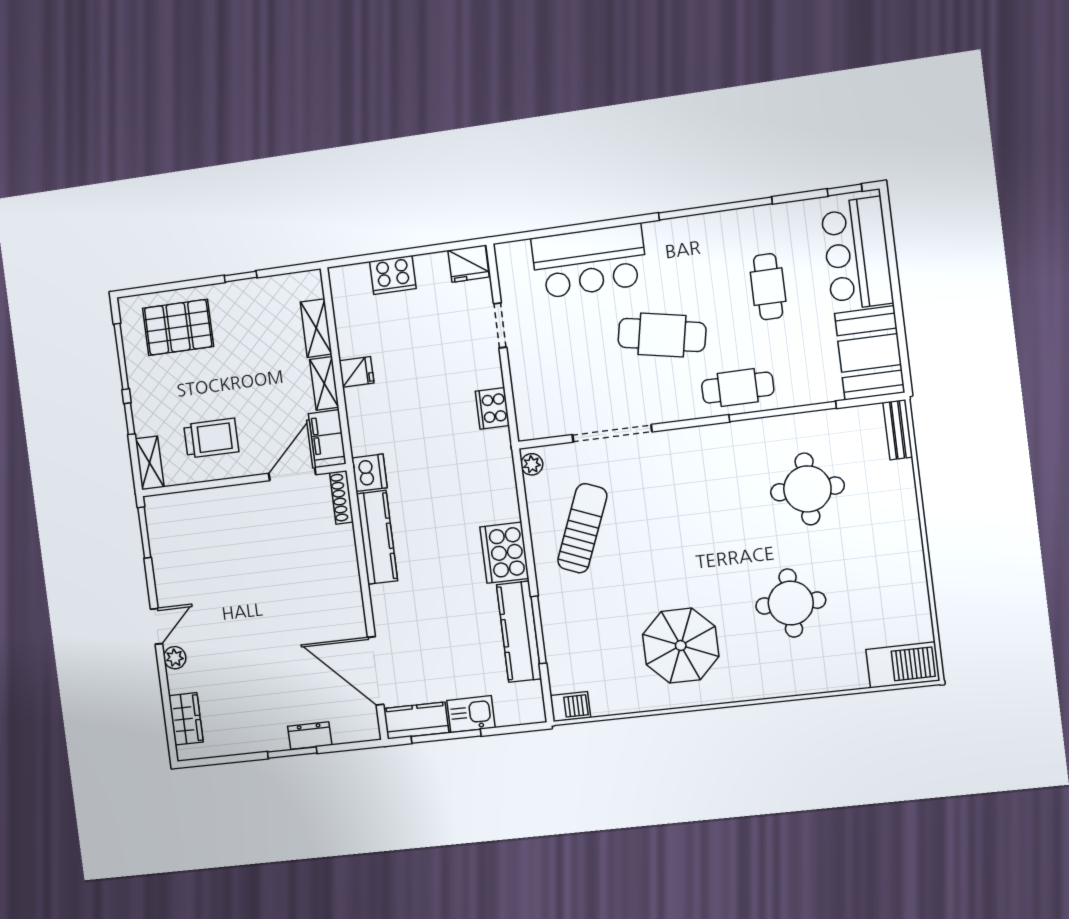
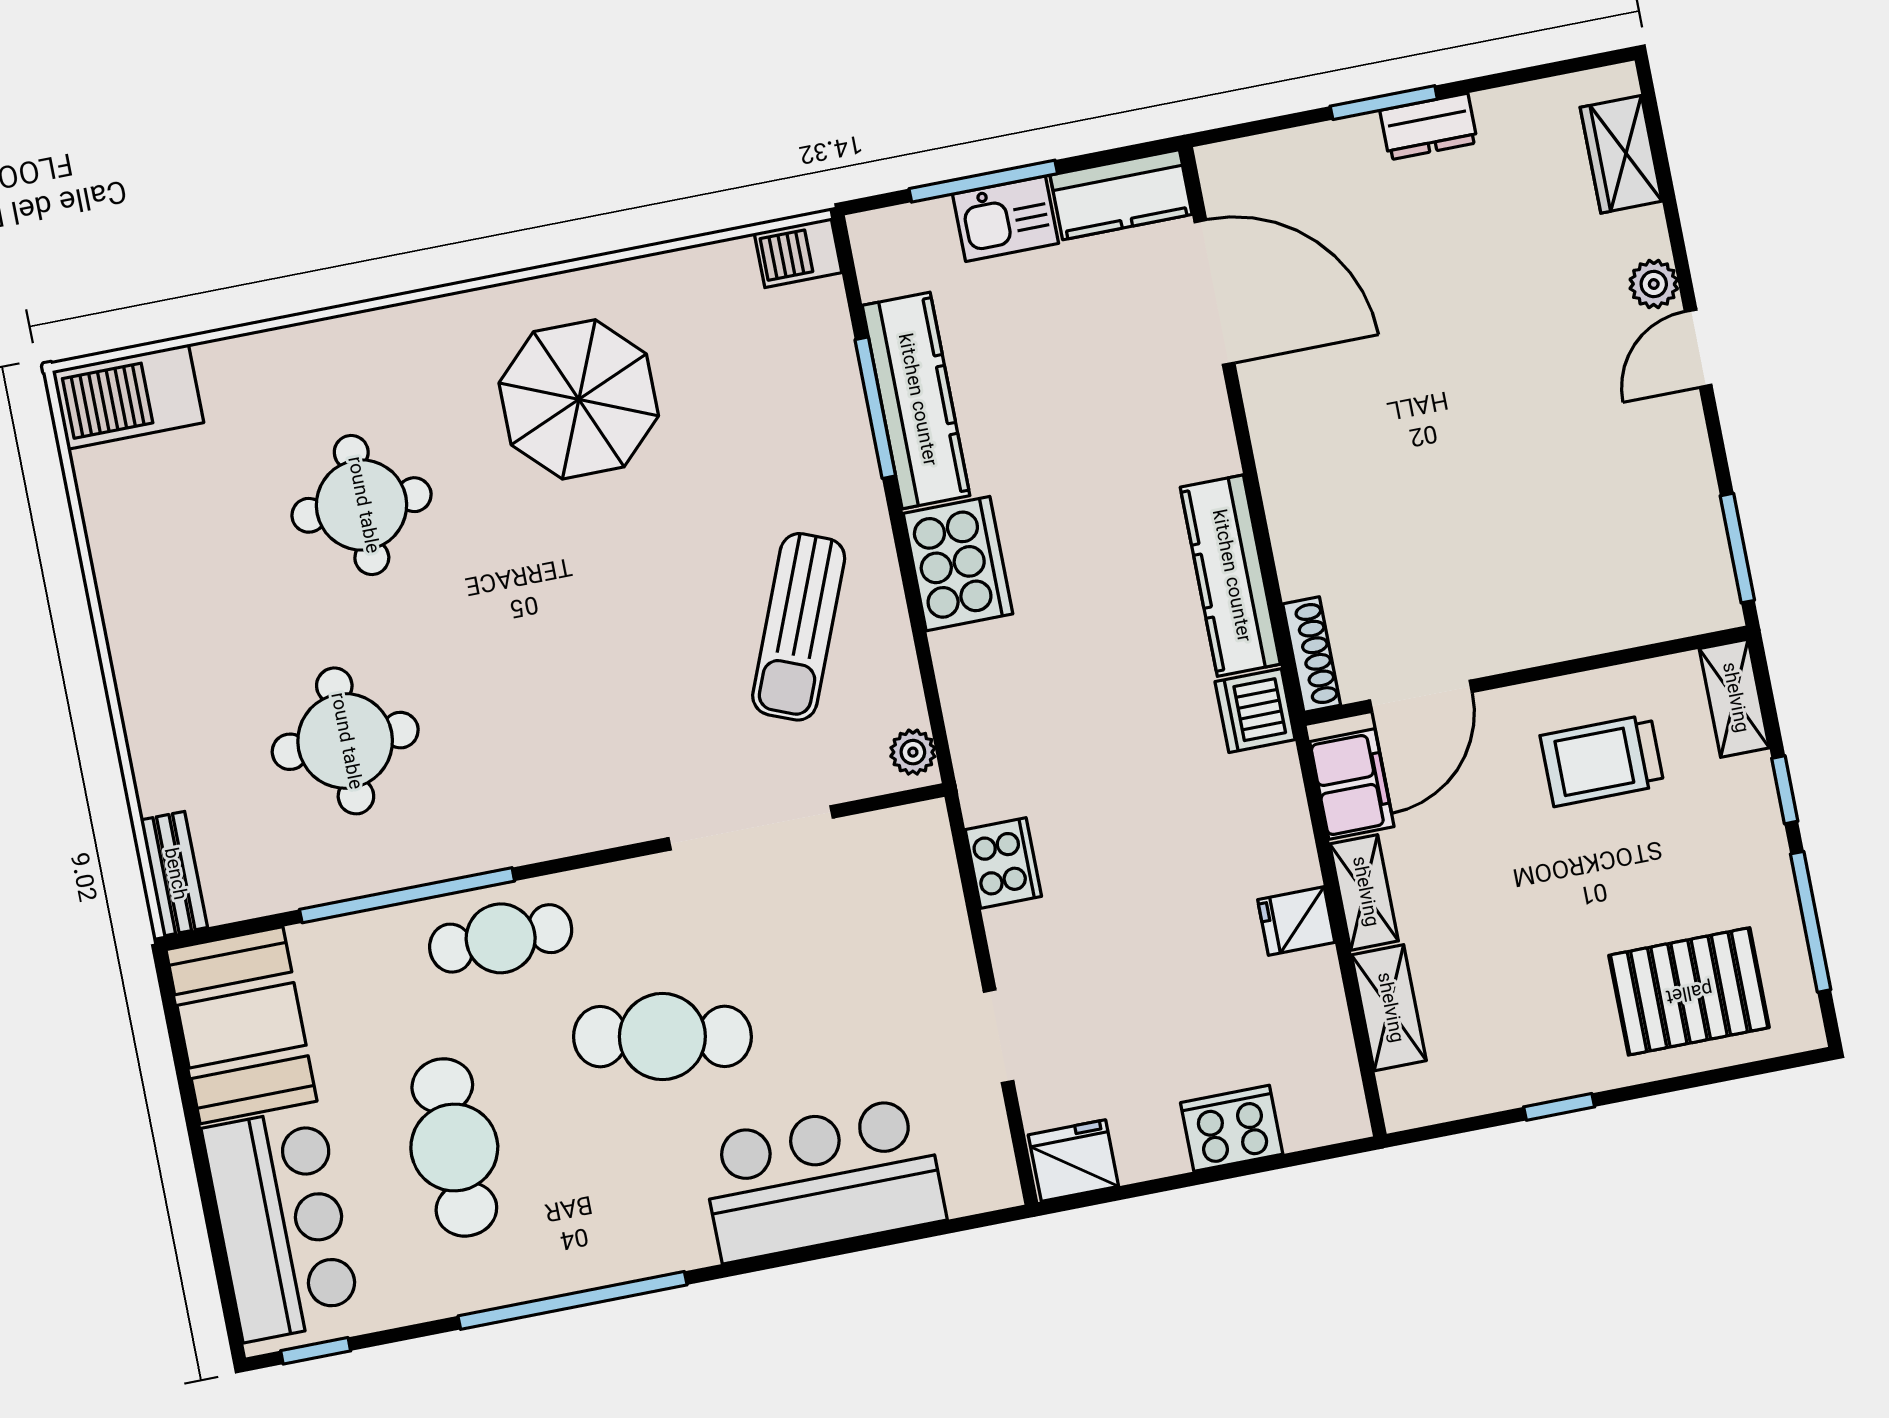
cafe table: (768, 287) -> (454, 1147), width x1.37, depth x1.35
dresser: (310, 736) -> (1429, 127), moved
window: (446, 736) -> (983, 181), moved

